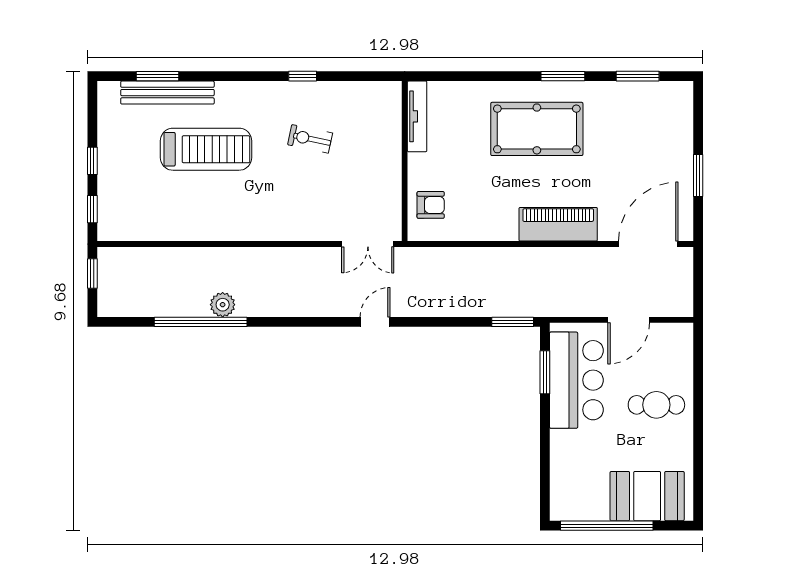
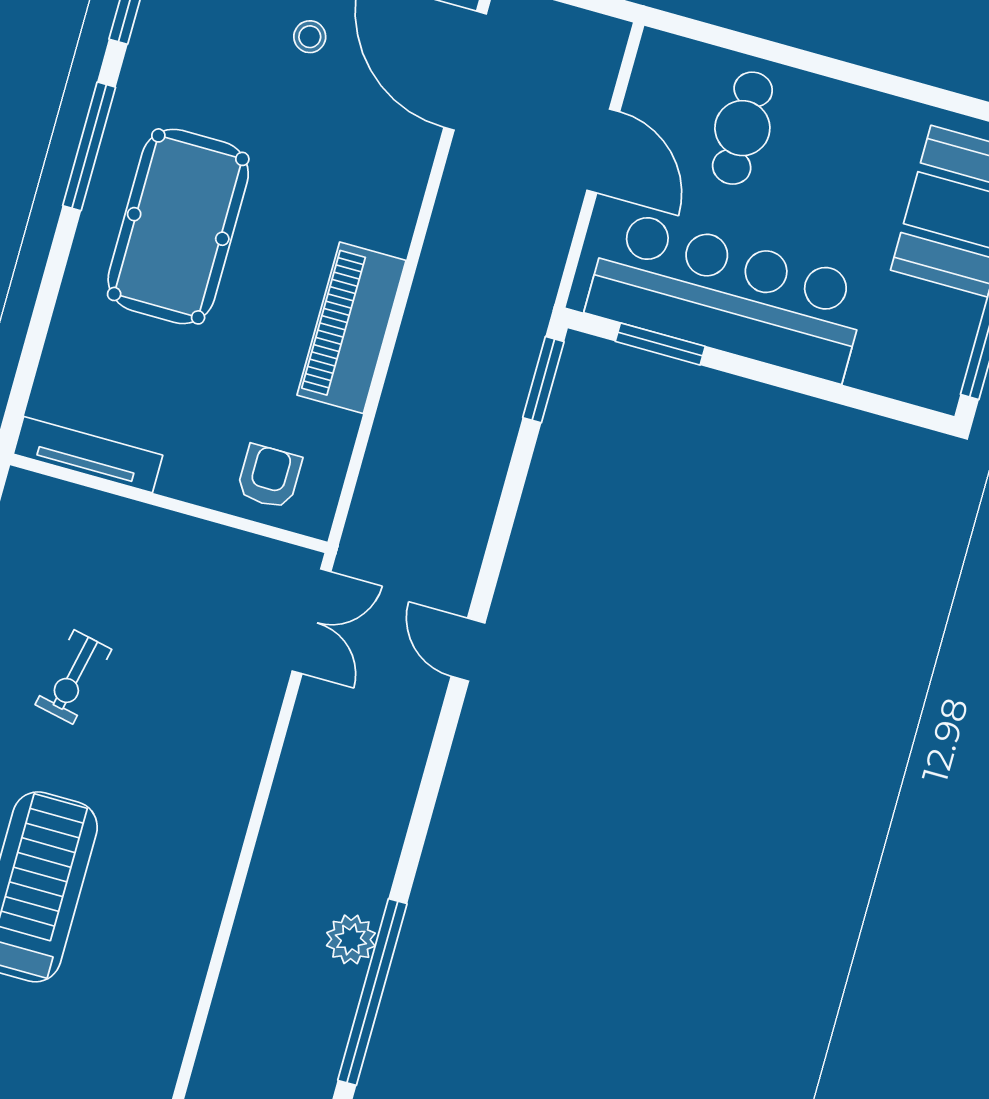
window: (563, 76) -> (89, 146), width x1.44
stool: (644, 166) -> (310, 37), added
piano: (558, 224) -> (352, 328), moved
bar counter: (576, 380) -> (727, 296), width x1.36
cafe table: (656, 405) -> (742, 128), moved

